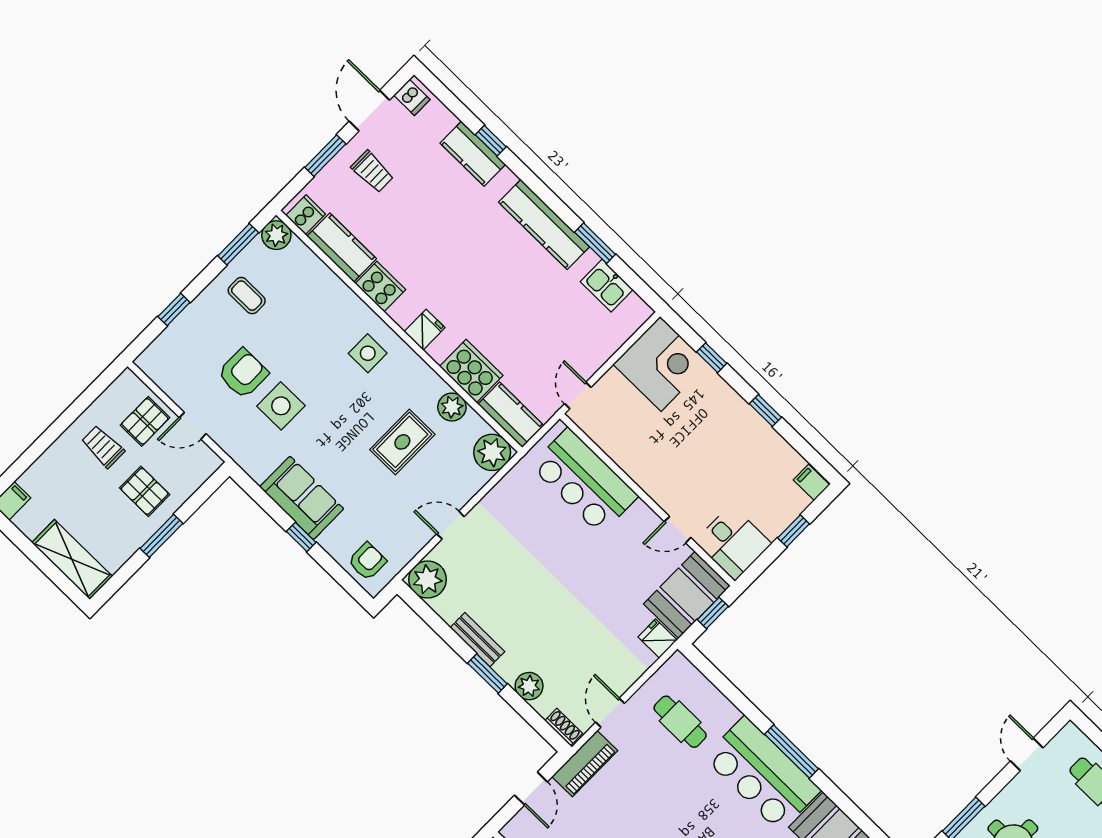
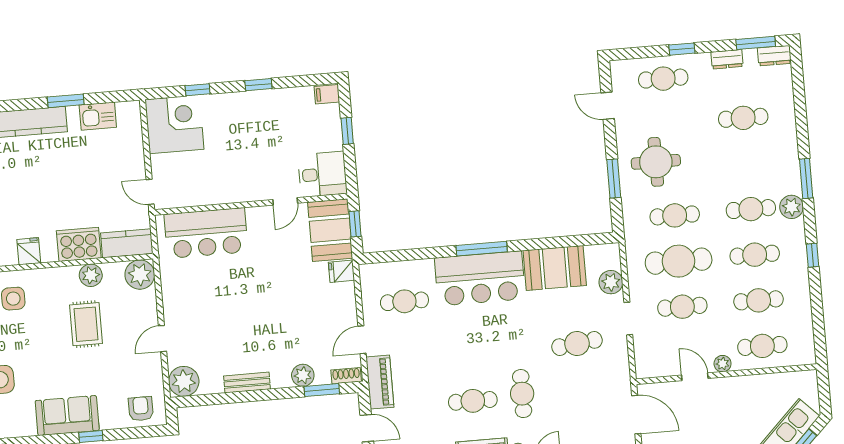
window: (487, 673) -> (322, 390), moved
door: (610, 713) -> (362, 340), hinge flipped

